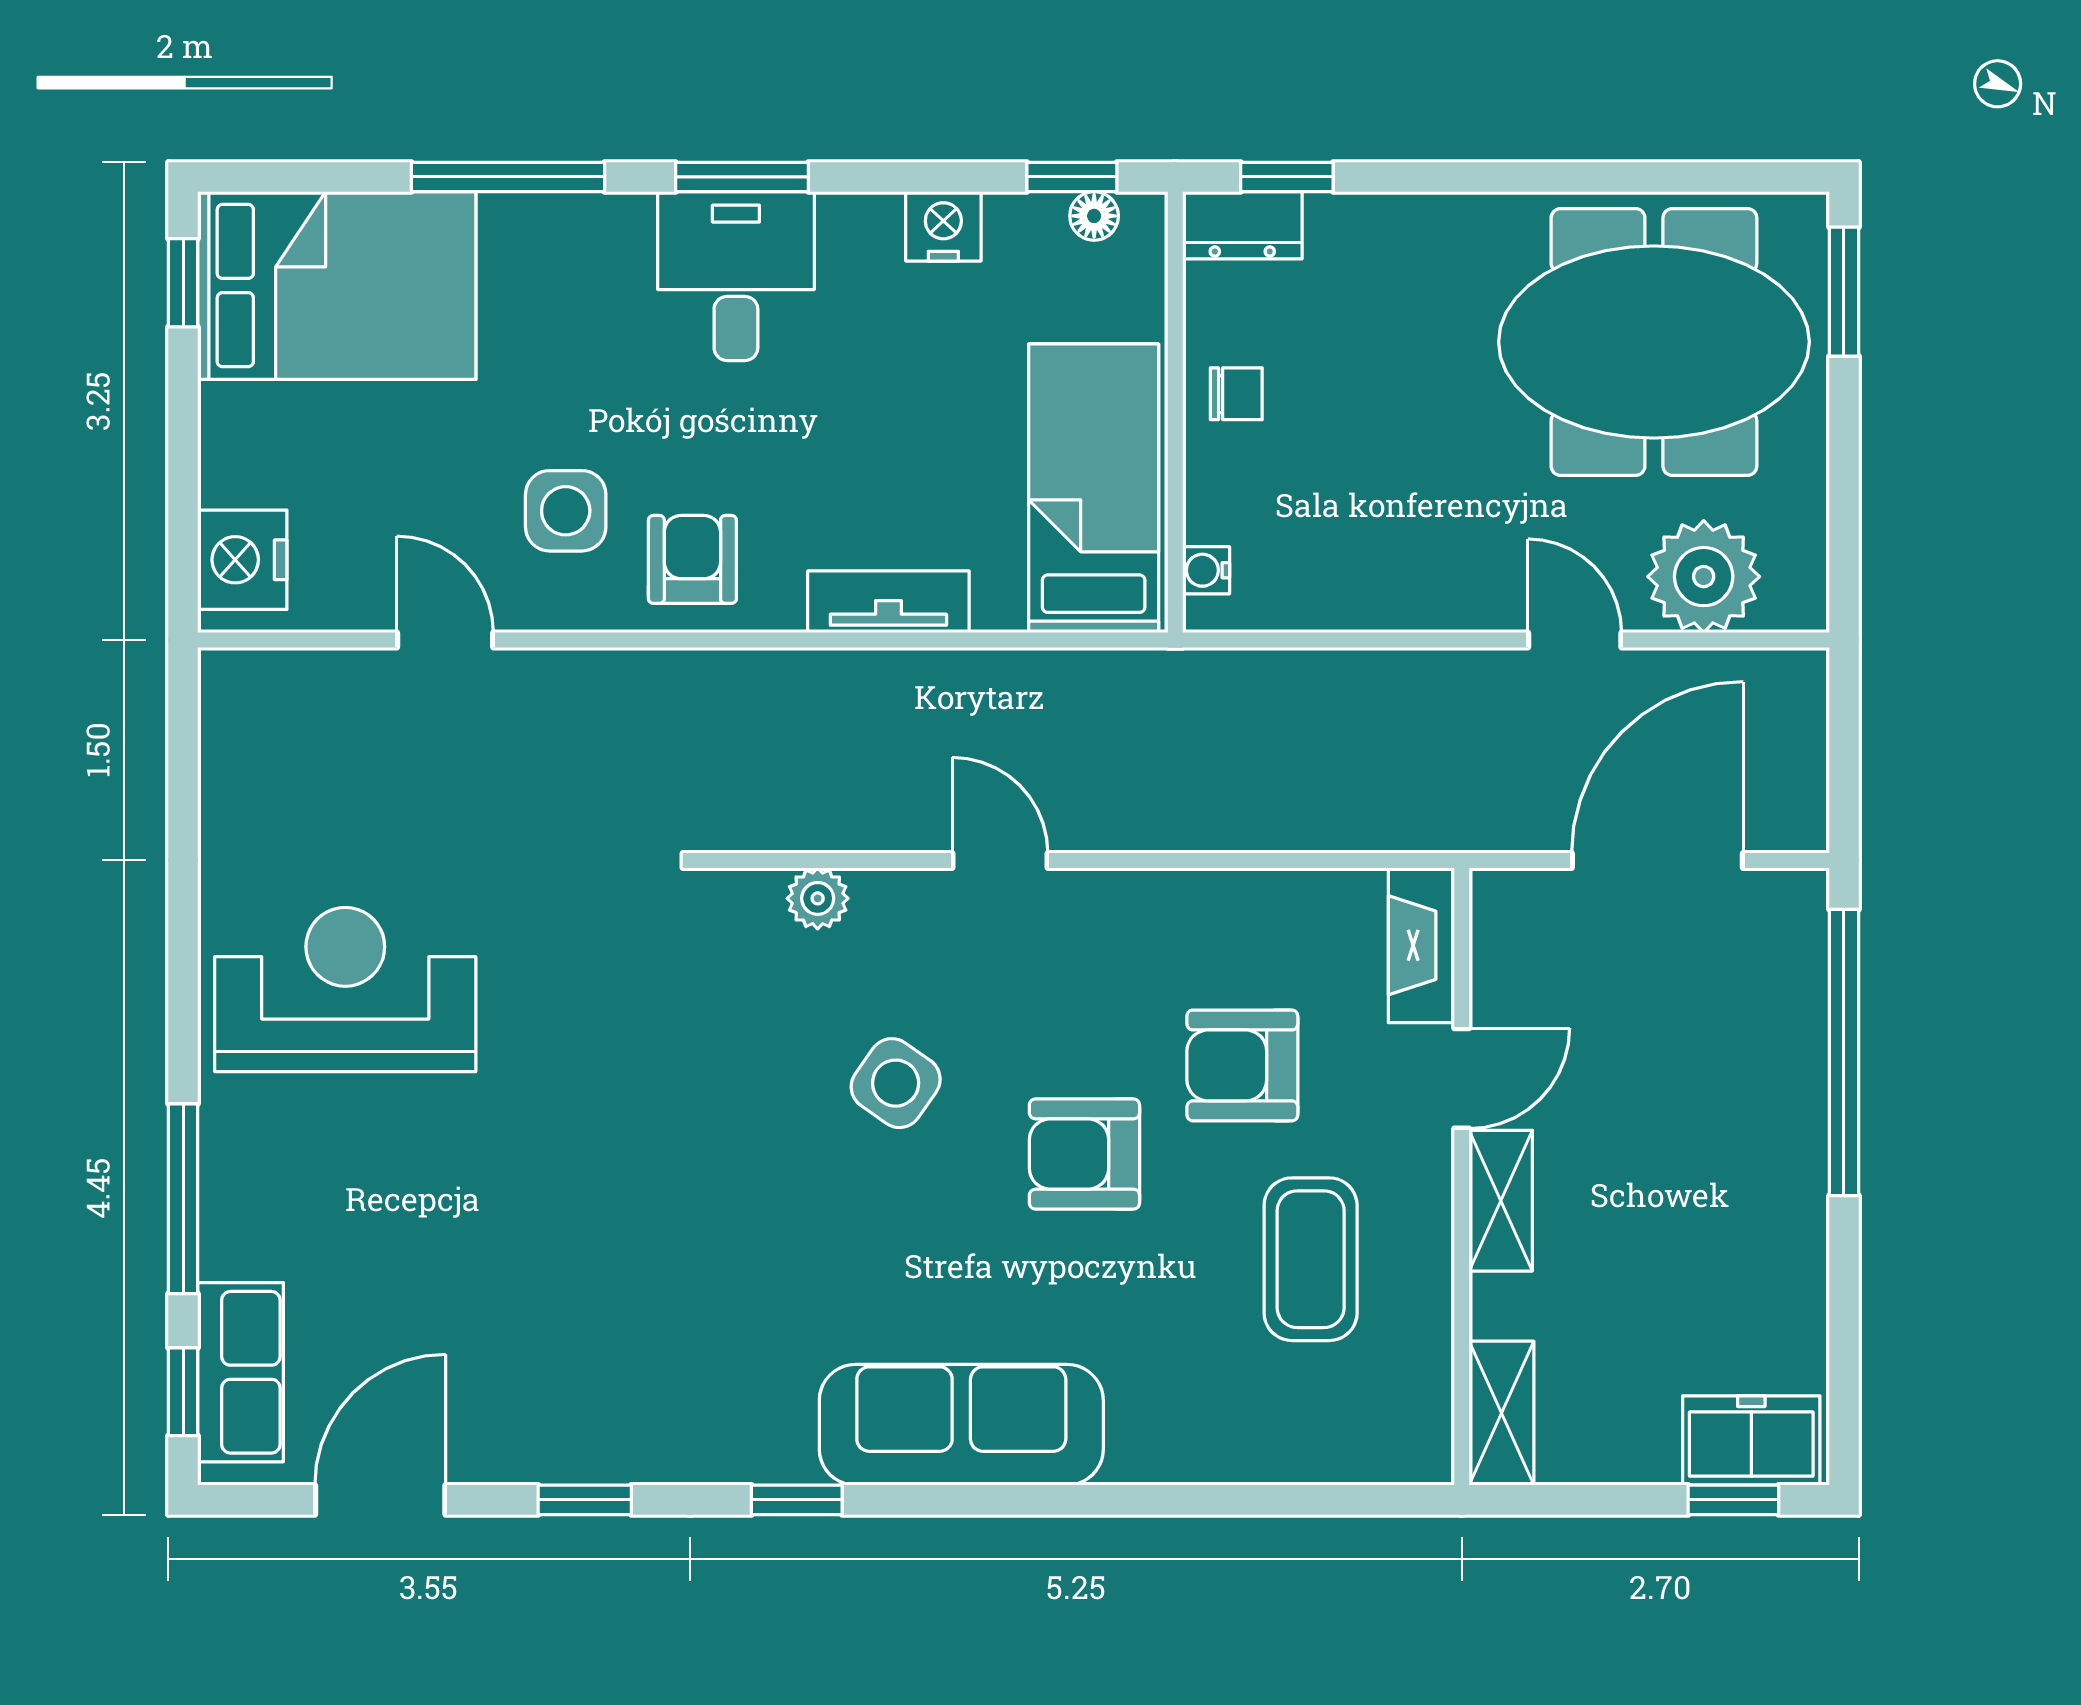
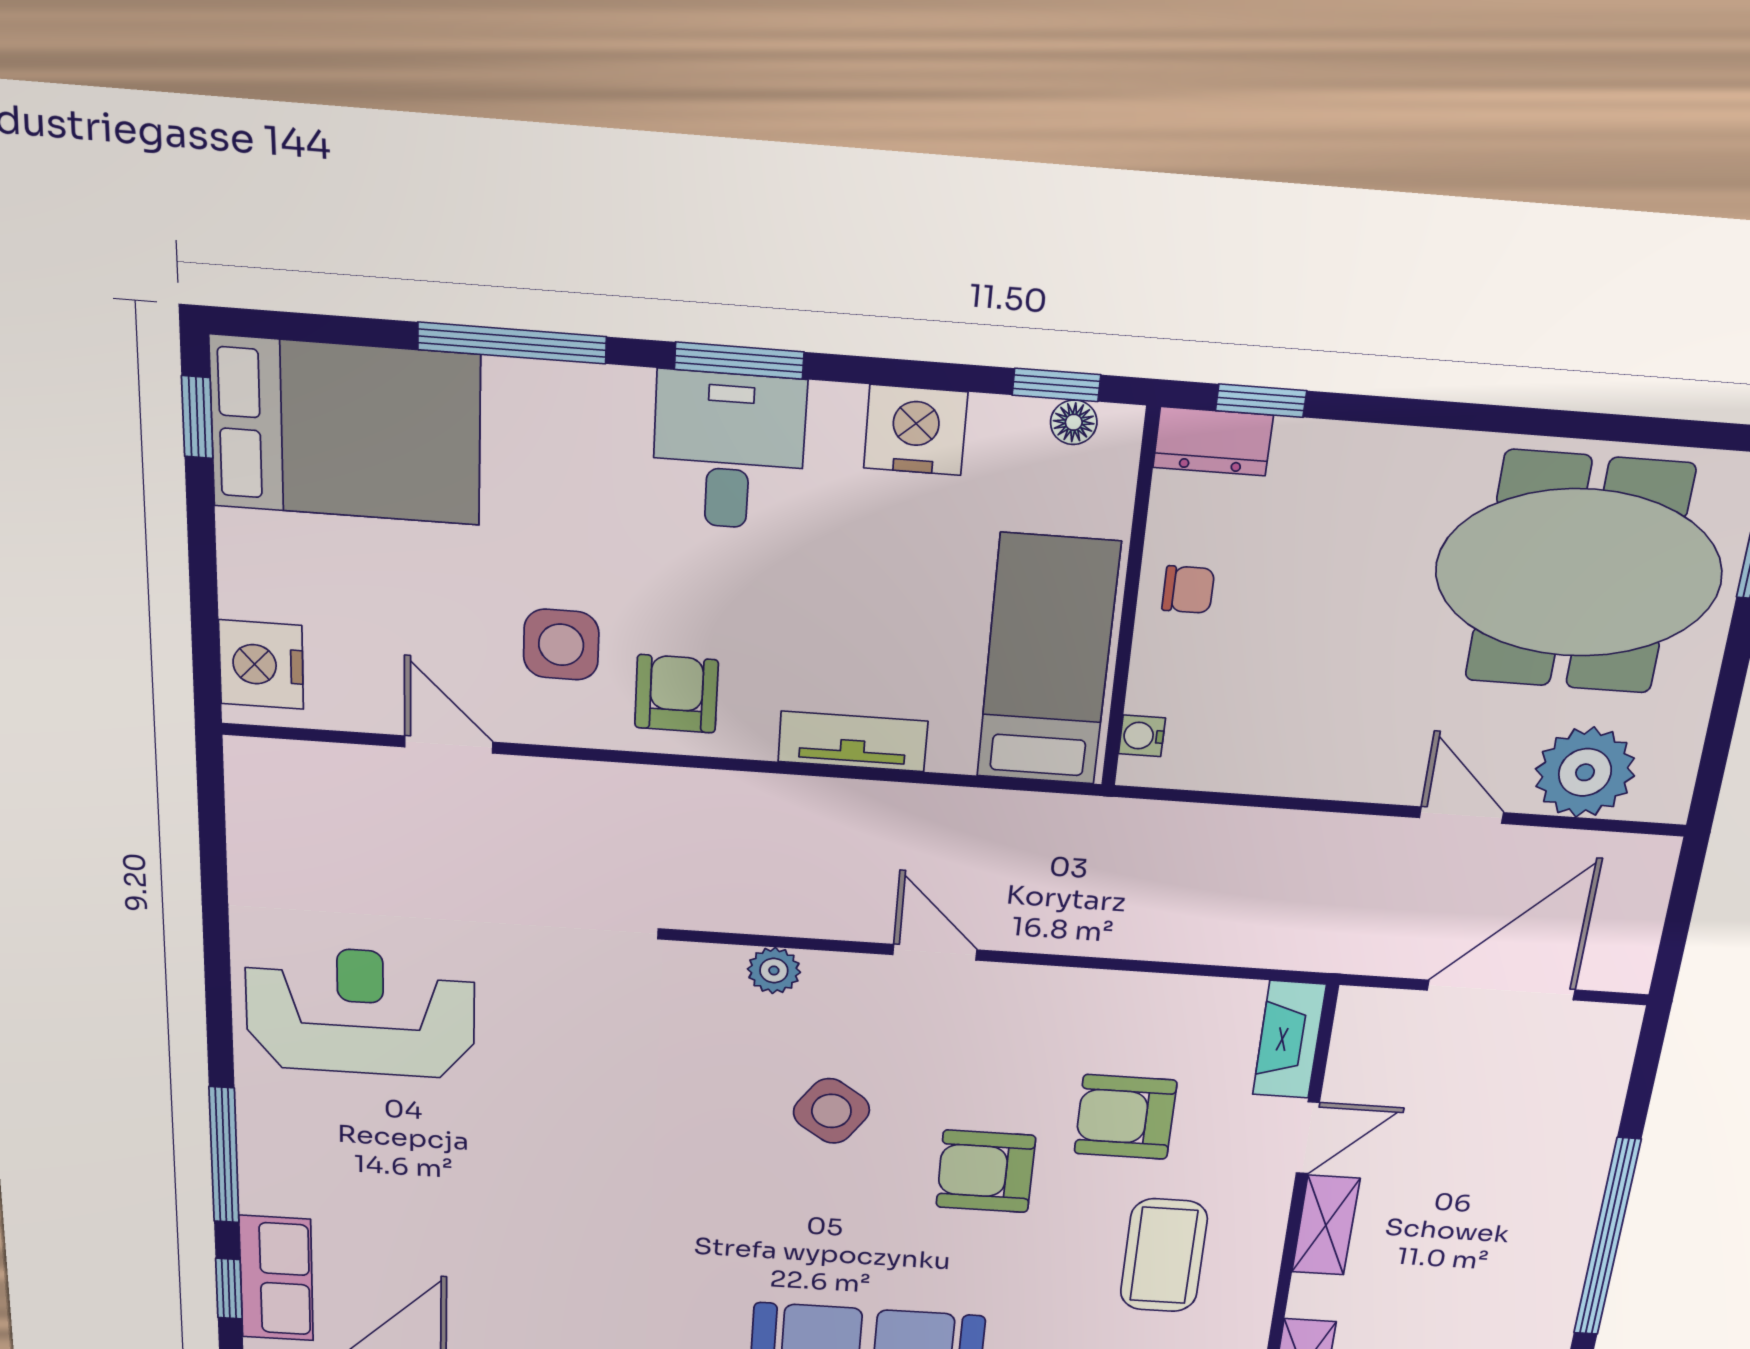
nightstand: (943, 226) -> (916, 430), width x1.36, depth x1.33
window: (1844, 1052) -> (1607, 1237), moved

